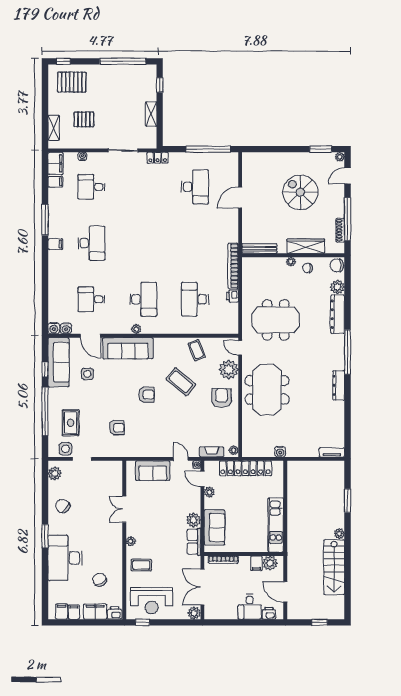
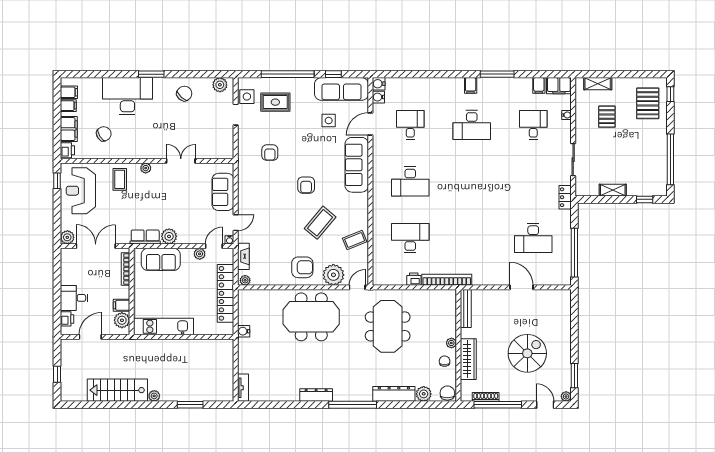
plant: (136, 329) -> (378, 174), removed

